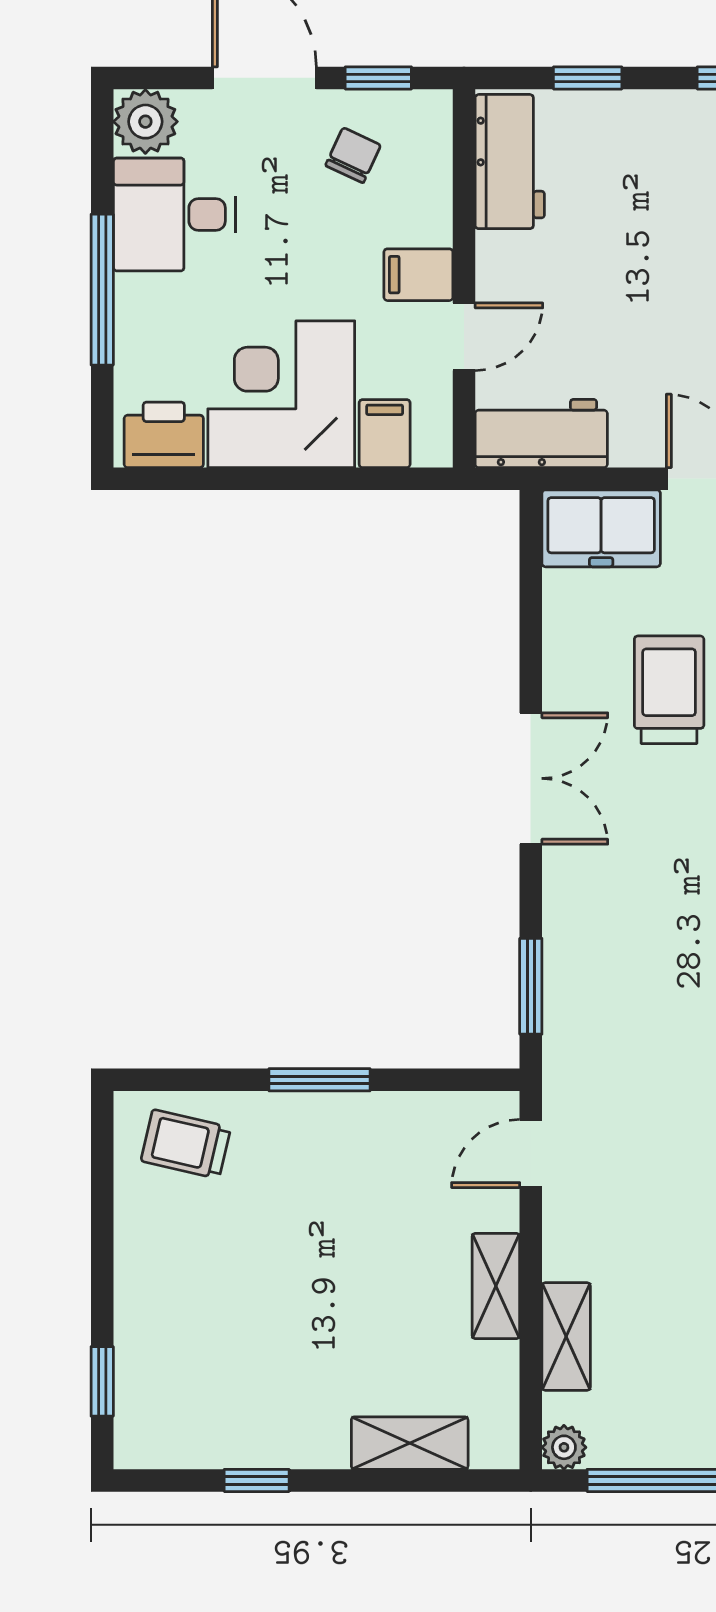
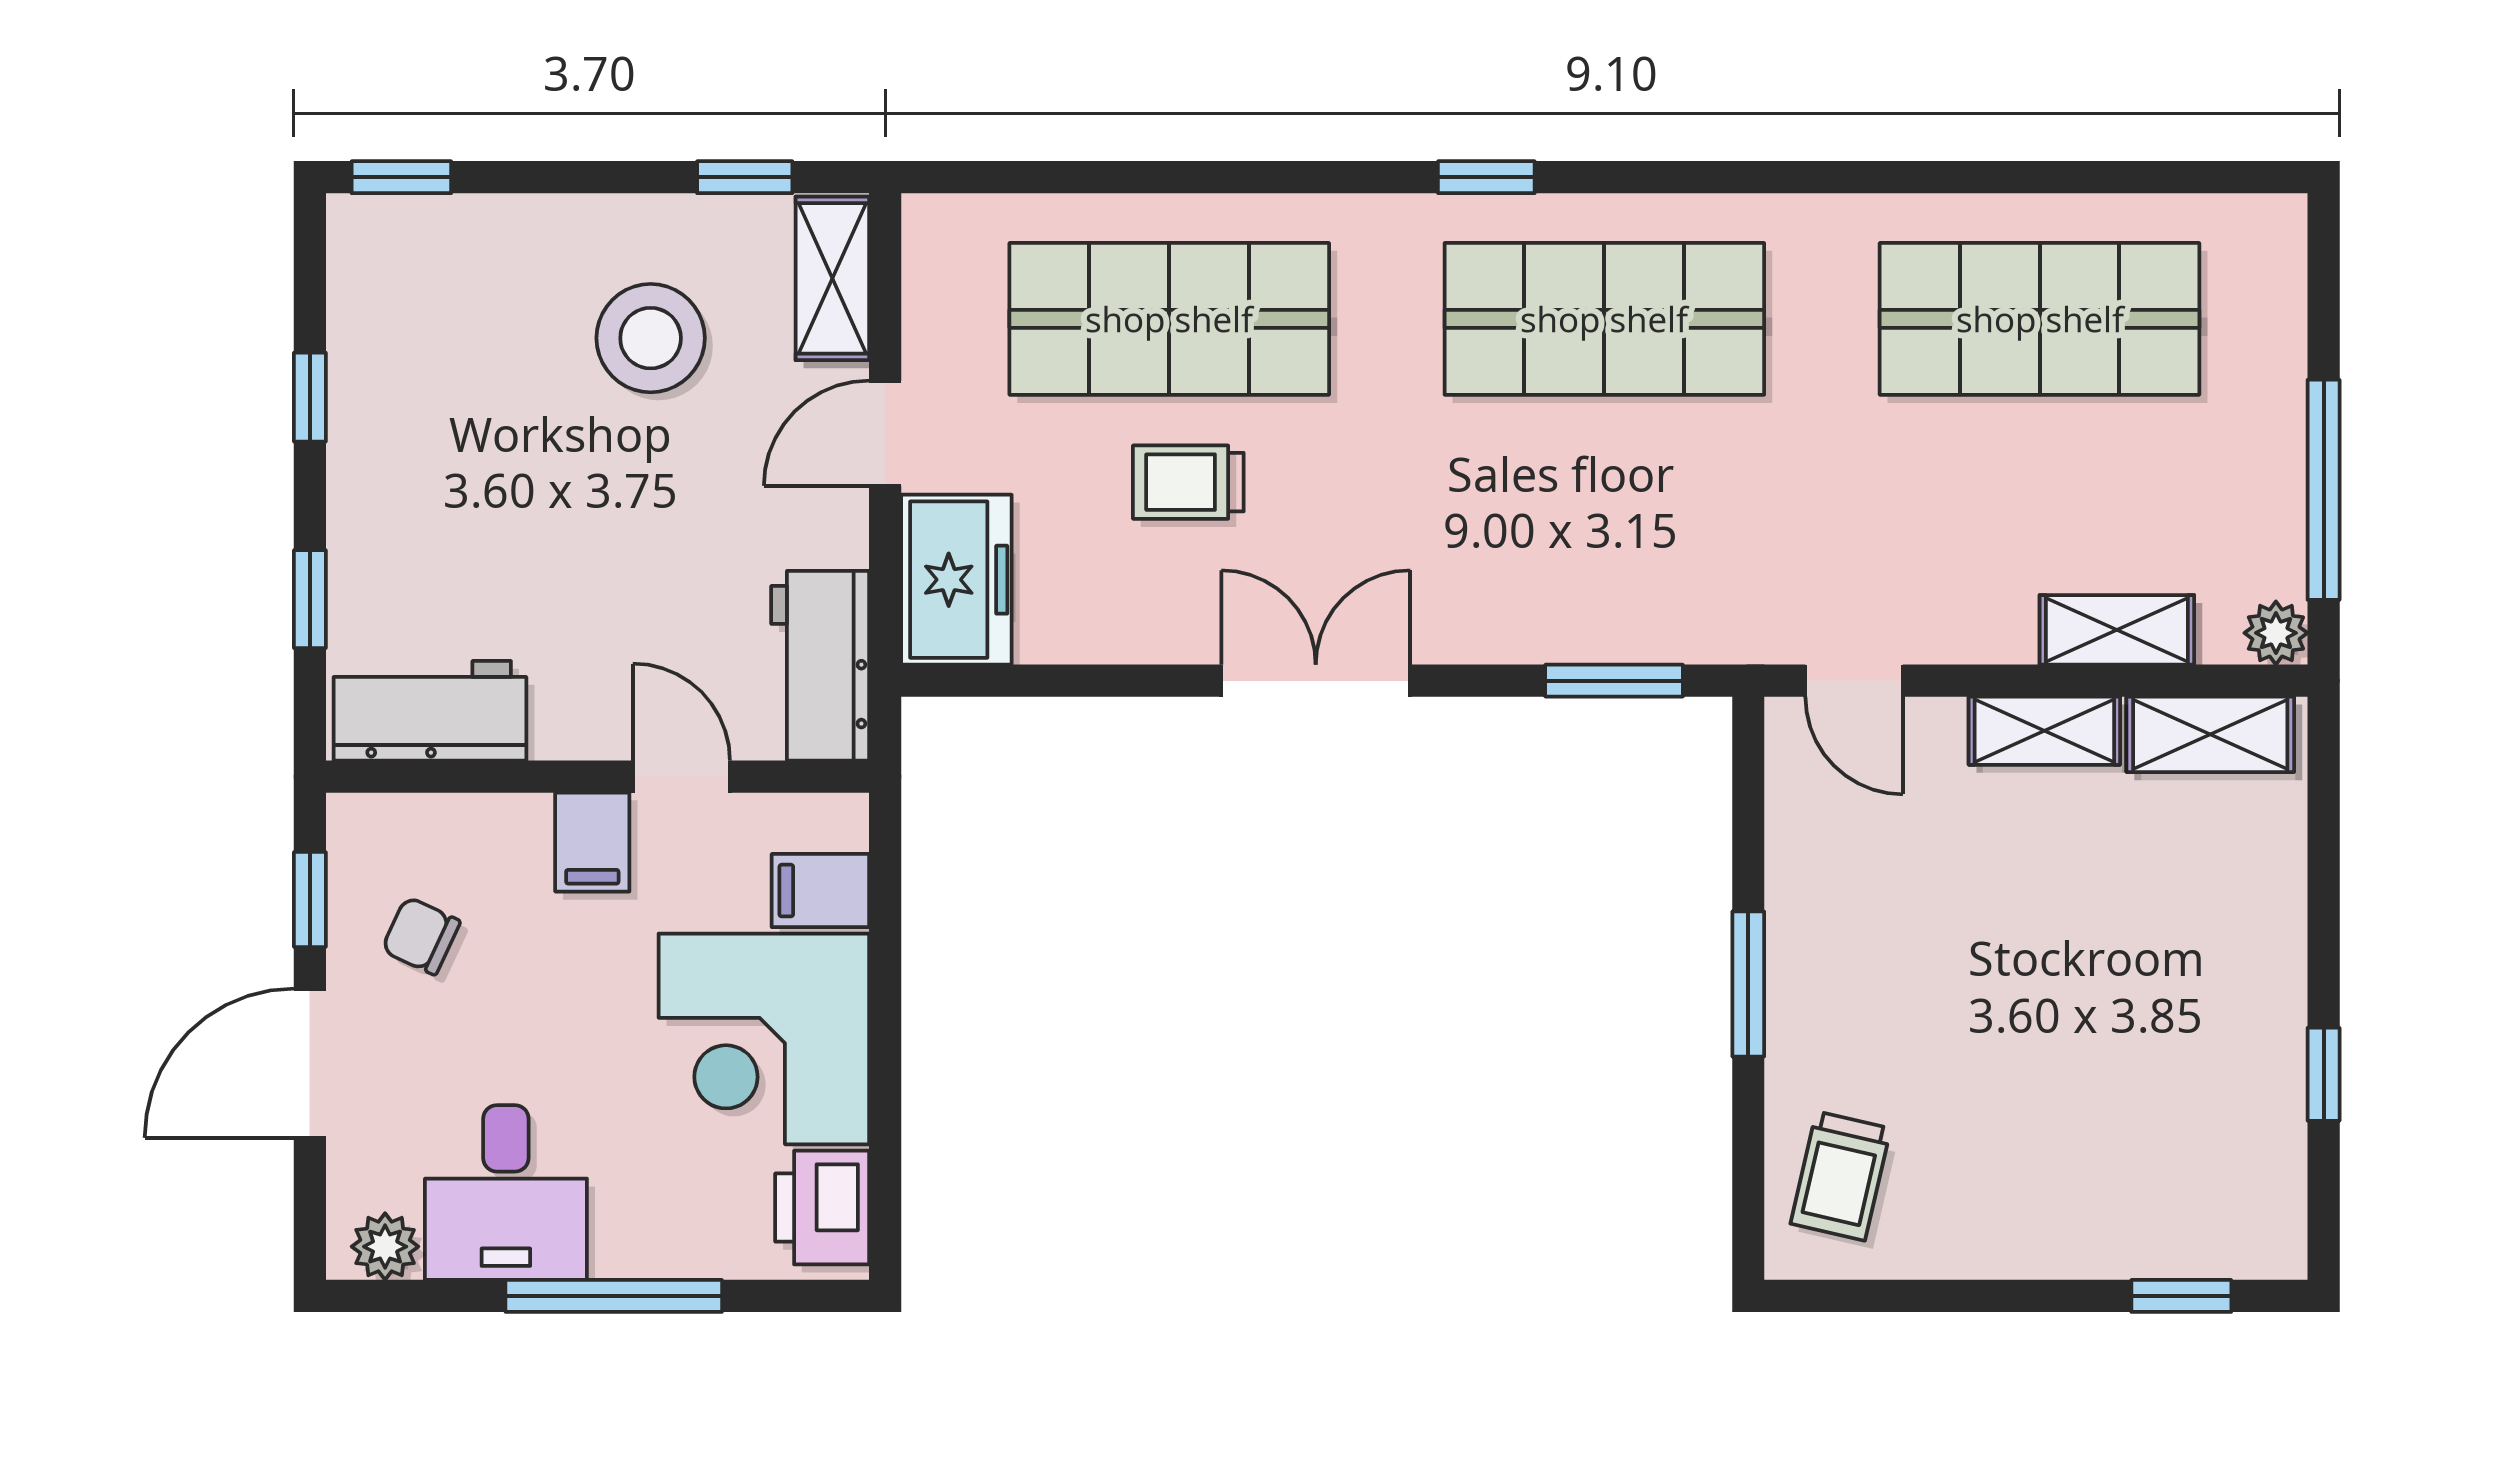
plant: (145, 122) -> (385, 1247), width x0.73, depth x0.73
trolley: (669, 690) -> (1188, 482), width x0.73, depth x0.72
shelving: (410, 1443) -> (2210, 734), moved, turned 90

